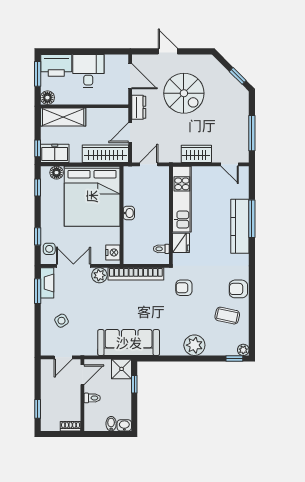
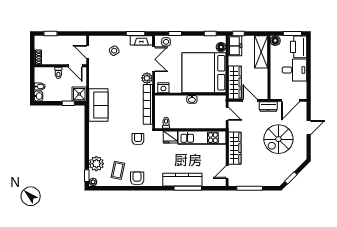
wardrobe: (196, 154) -> (235, 148), width x1.50
sofa: (129, 343) -> (98, 105), width x0.73
plant: (194, 345) -> (96, 164), moved

